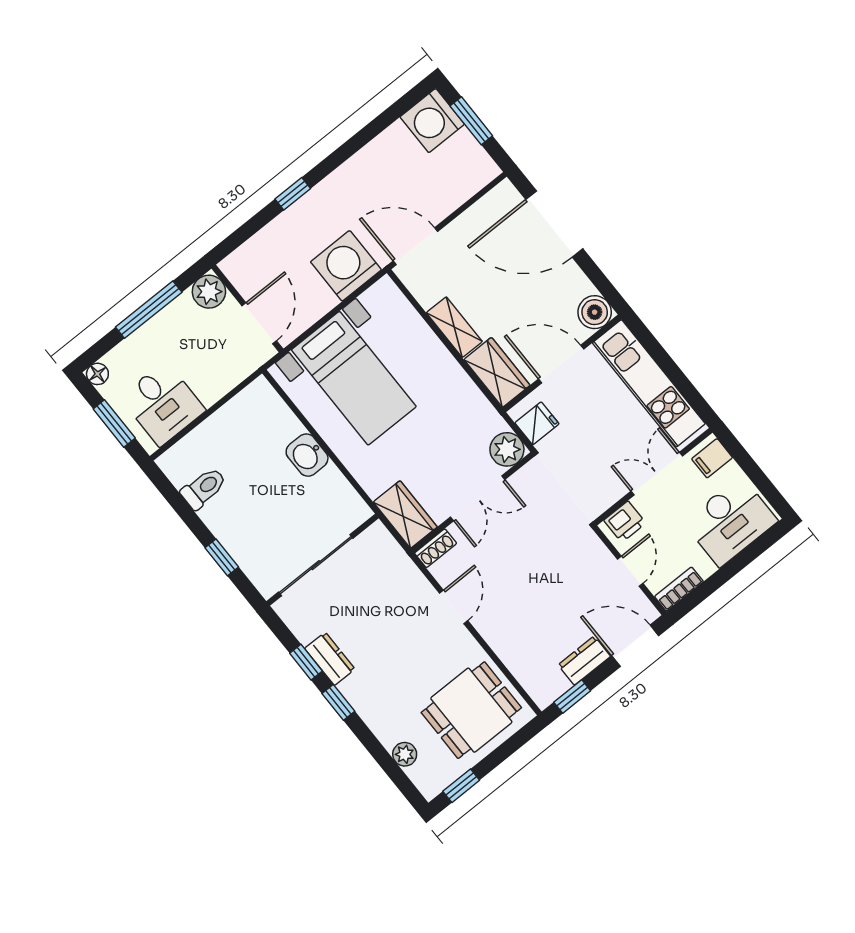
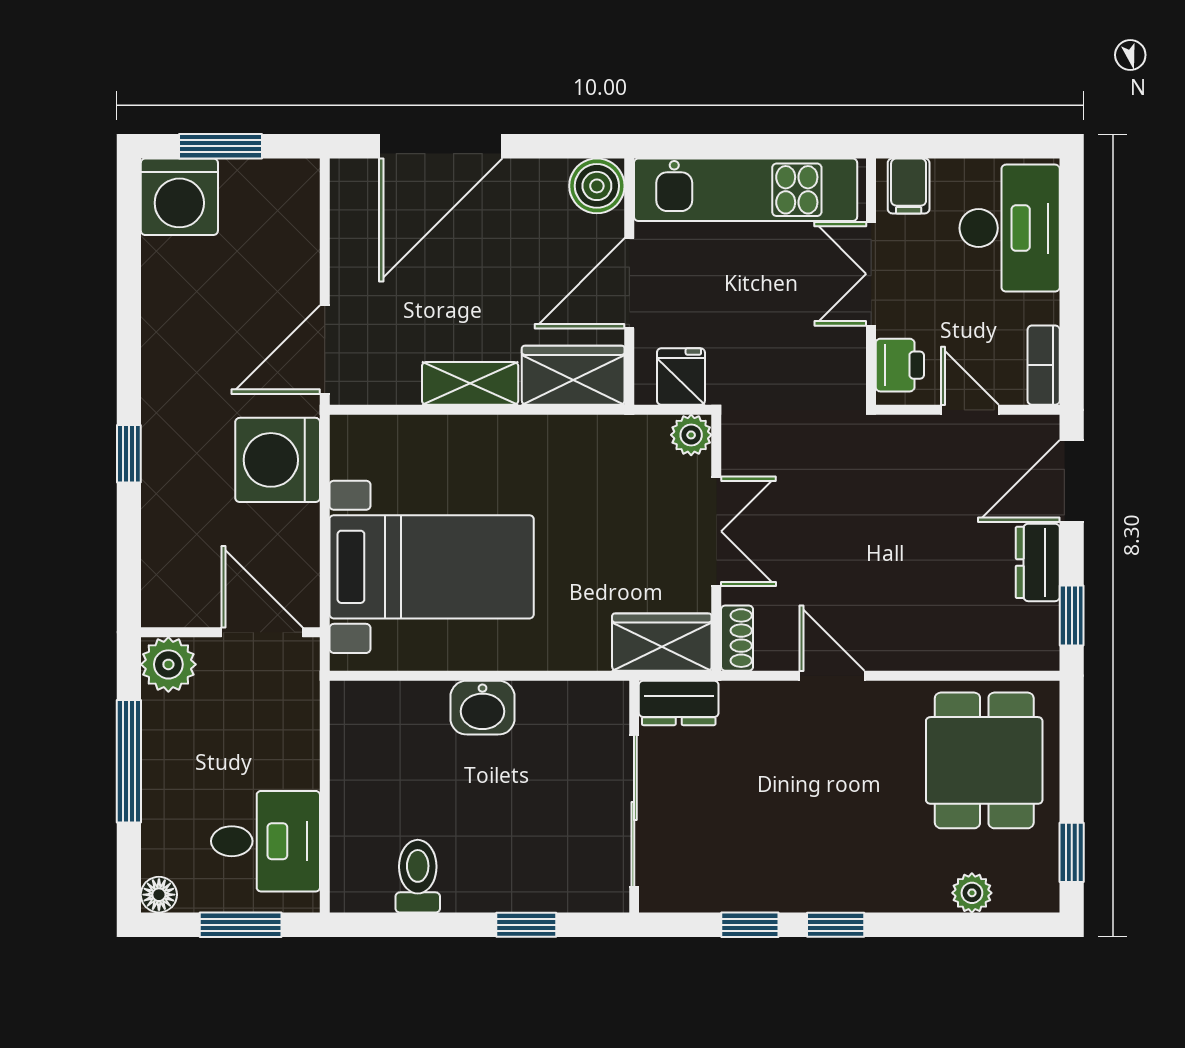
plant: (507, 449) -> (691, 435), width x0.73, depth x0.73
dresser: (330, 659) -> (679, 703), moved, turned 180

